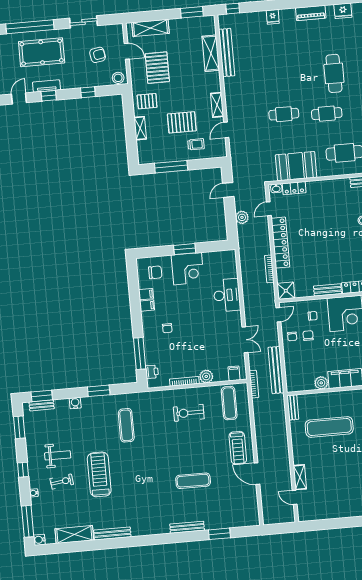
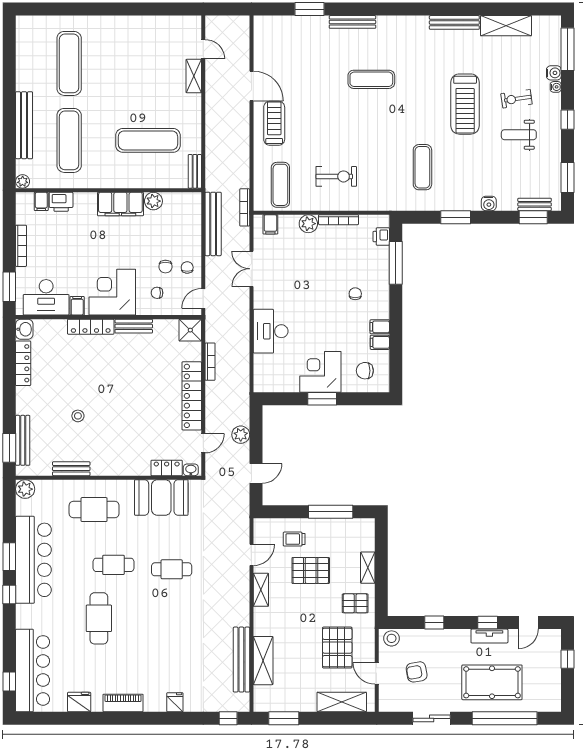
exercise mat: (193, 481) -> (371, 79), moved
water cooler: (39, 540) -> (554, 73), moved

